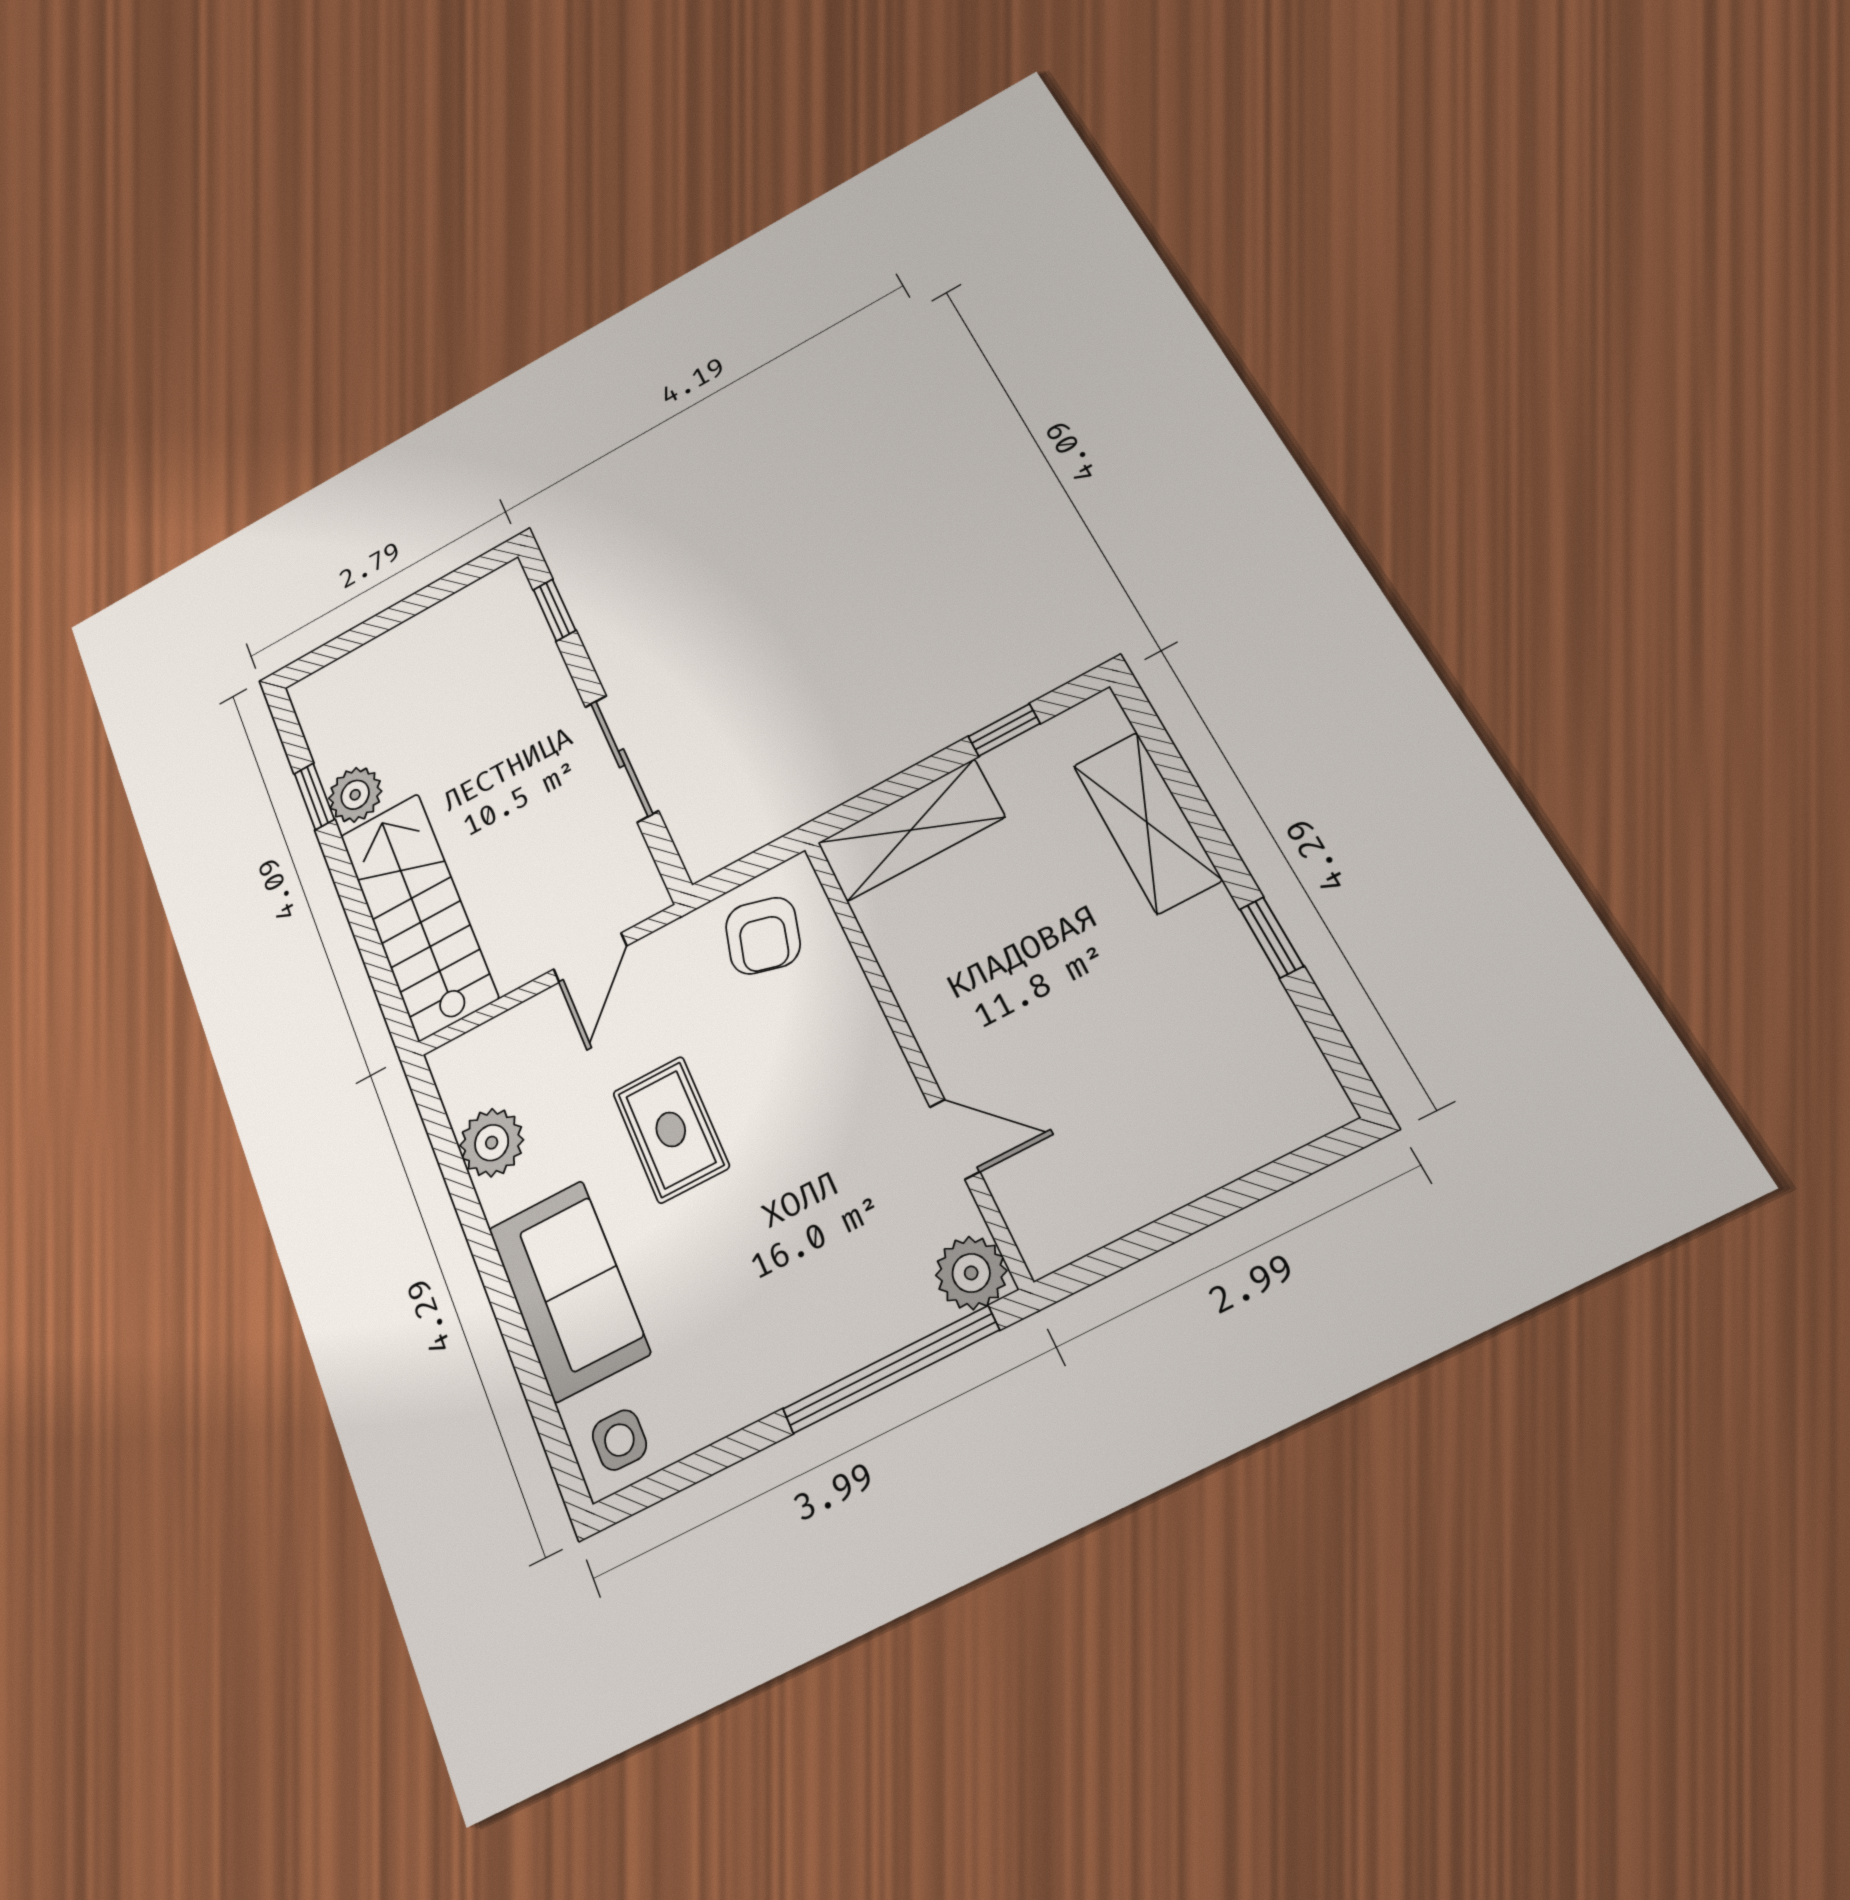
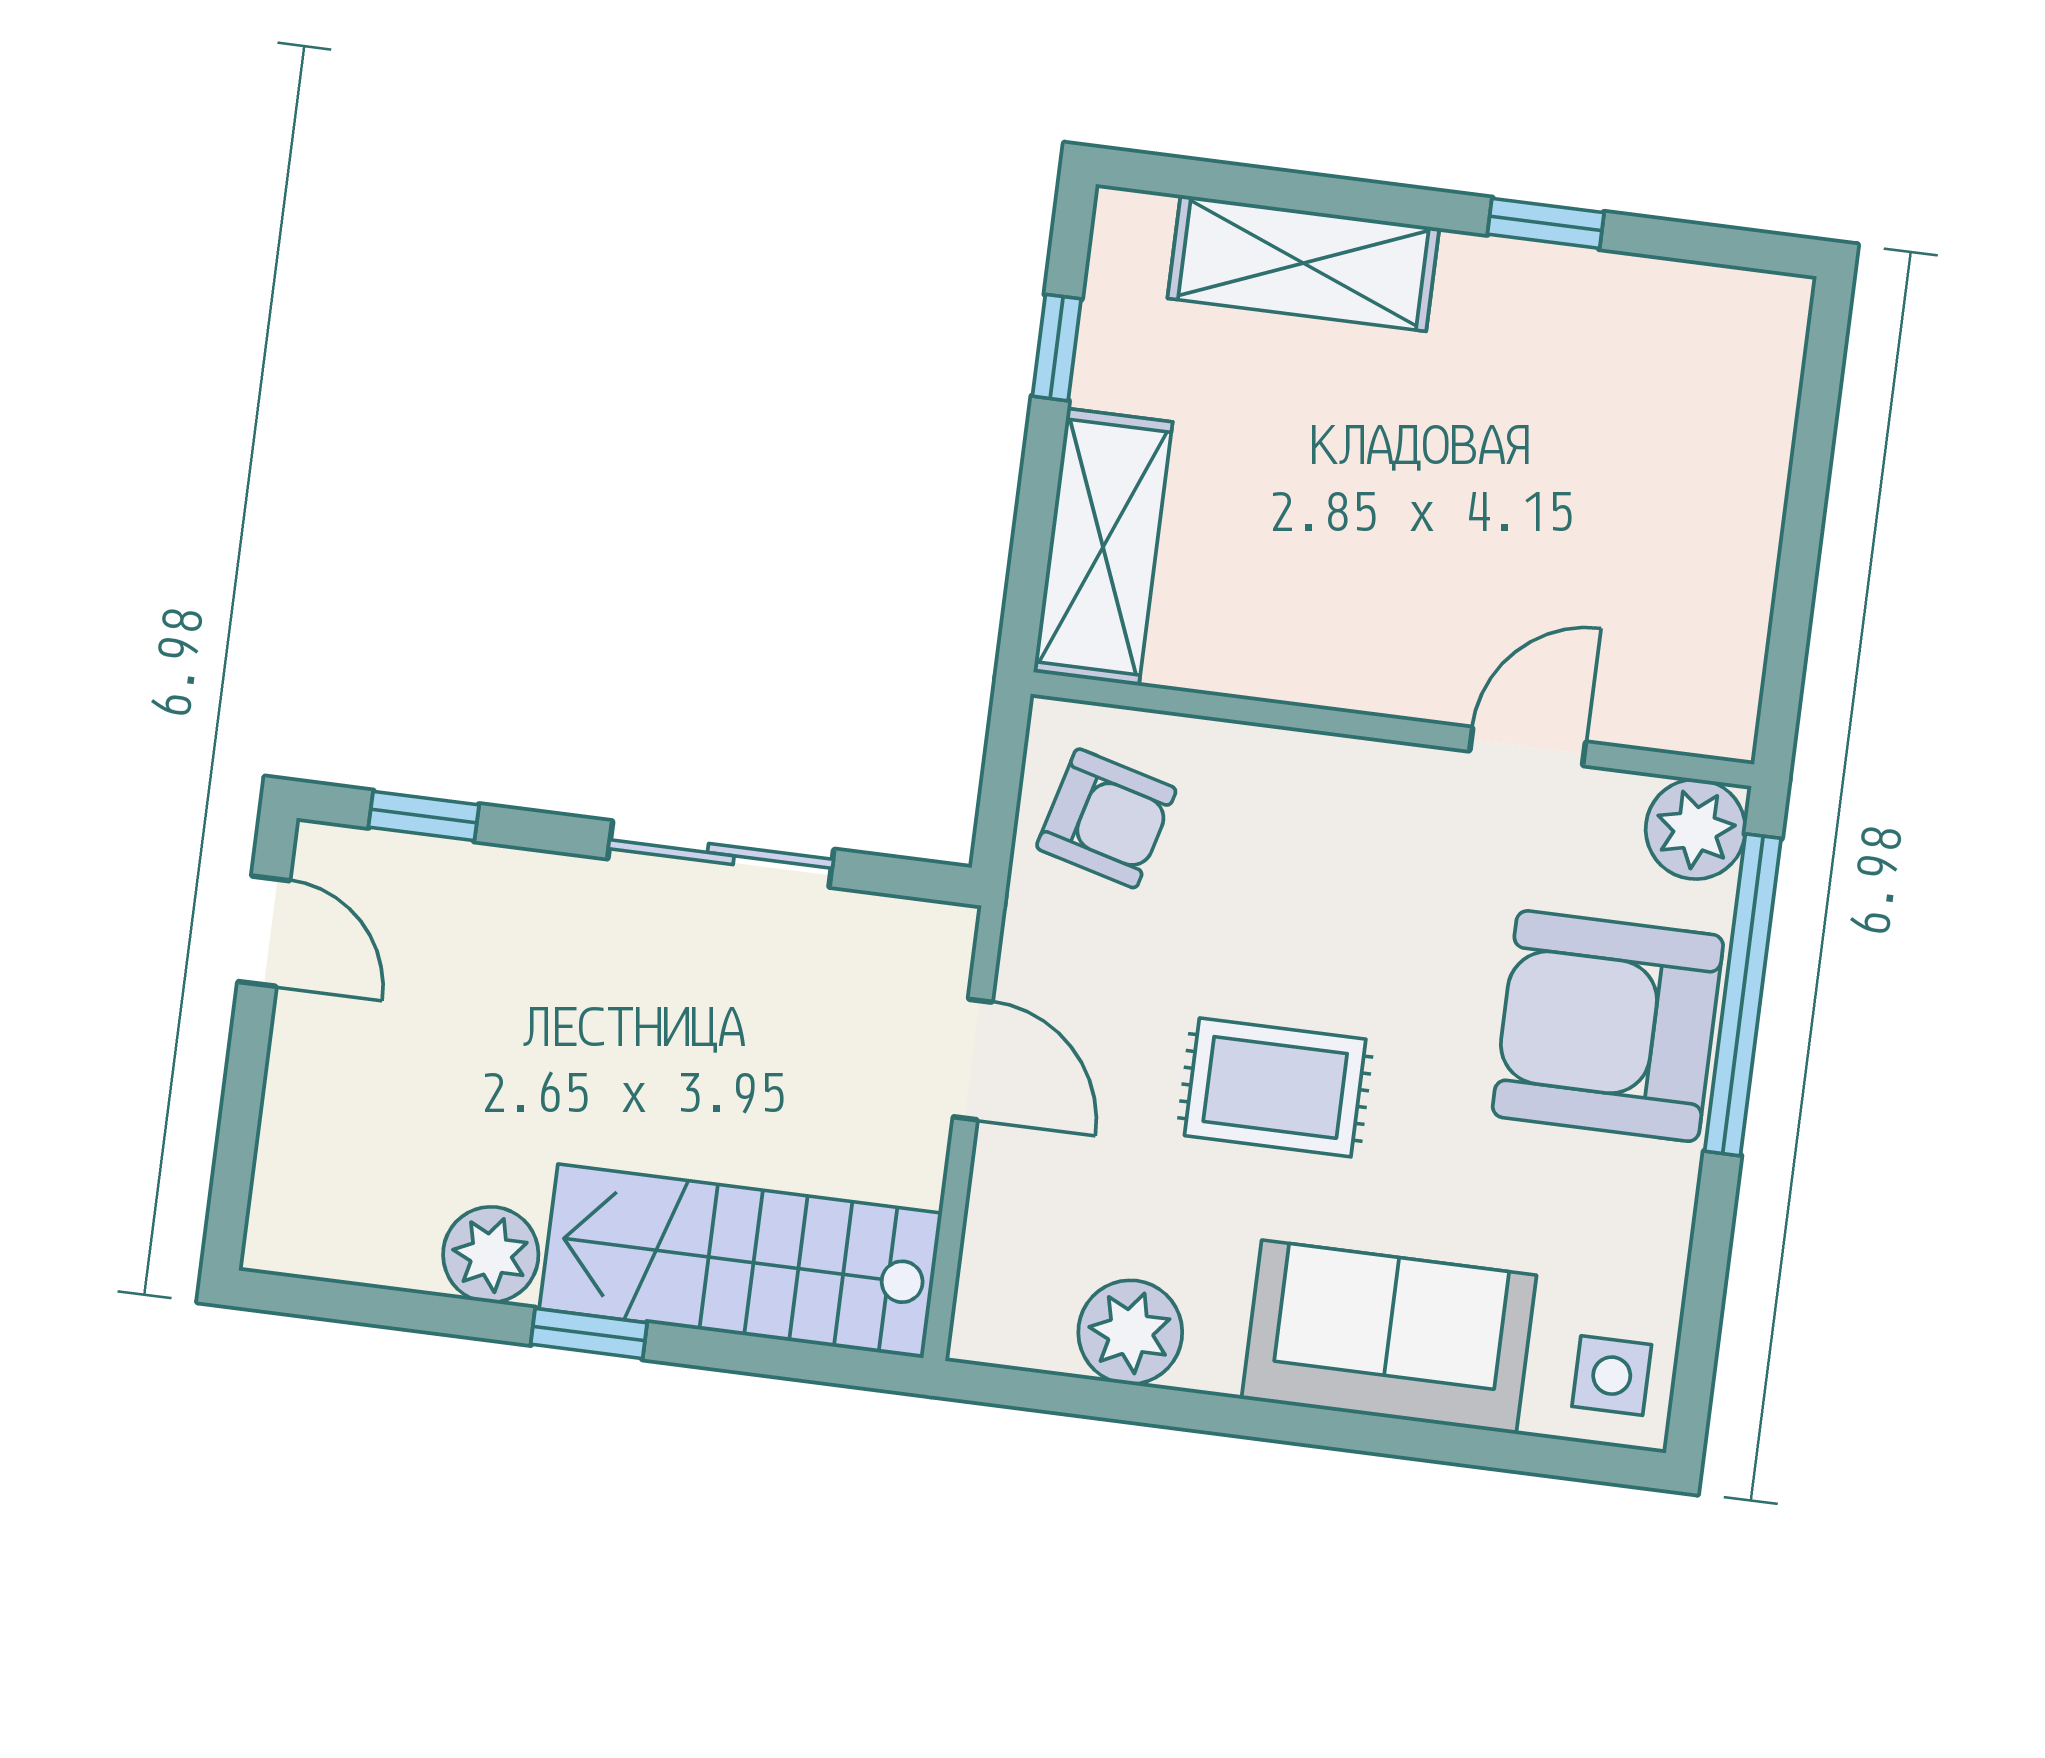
door: (454, 582) -> (264, 931), added
window: (314, 796) -> (589, 1333), moved
armchair: (821, 1299) -> (1608, 1026), added

